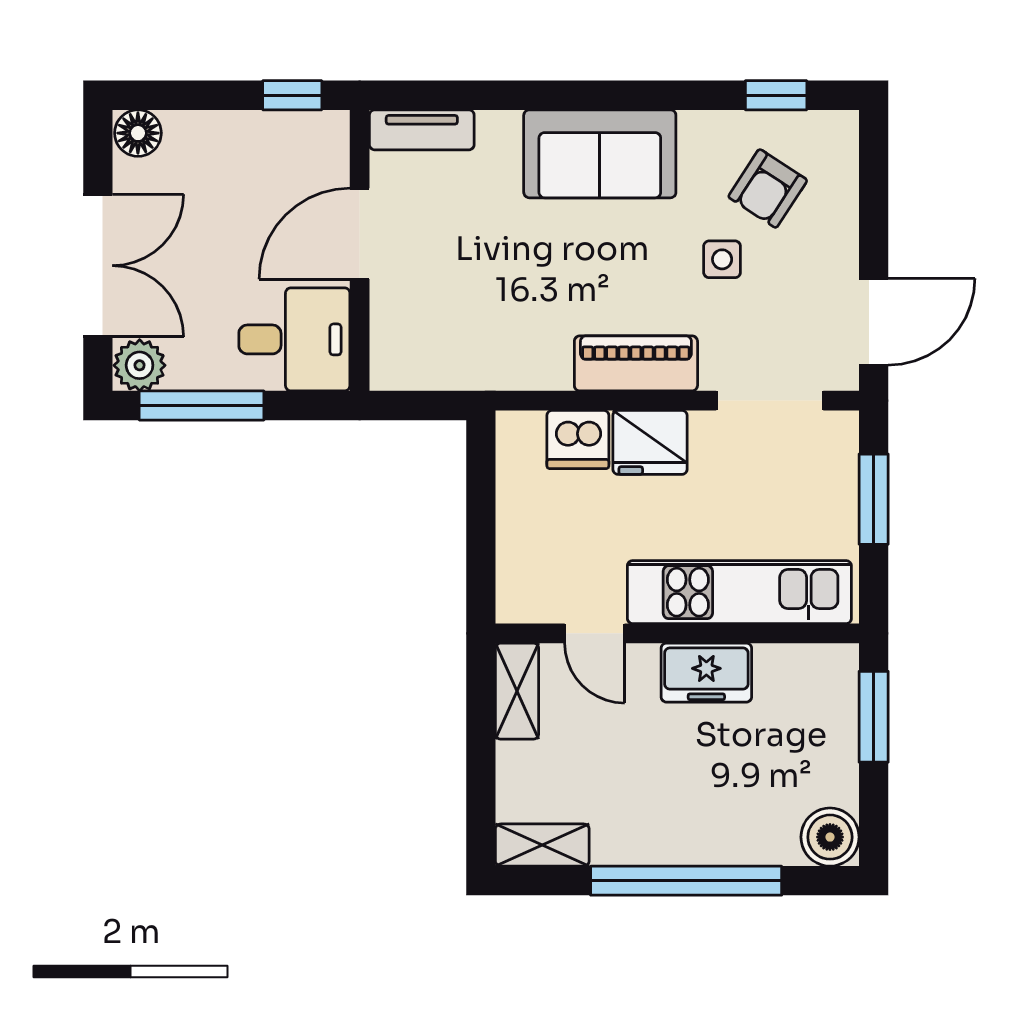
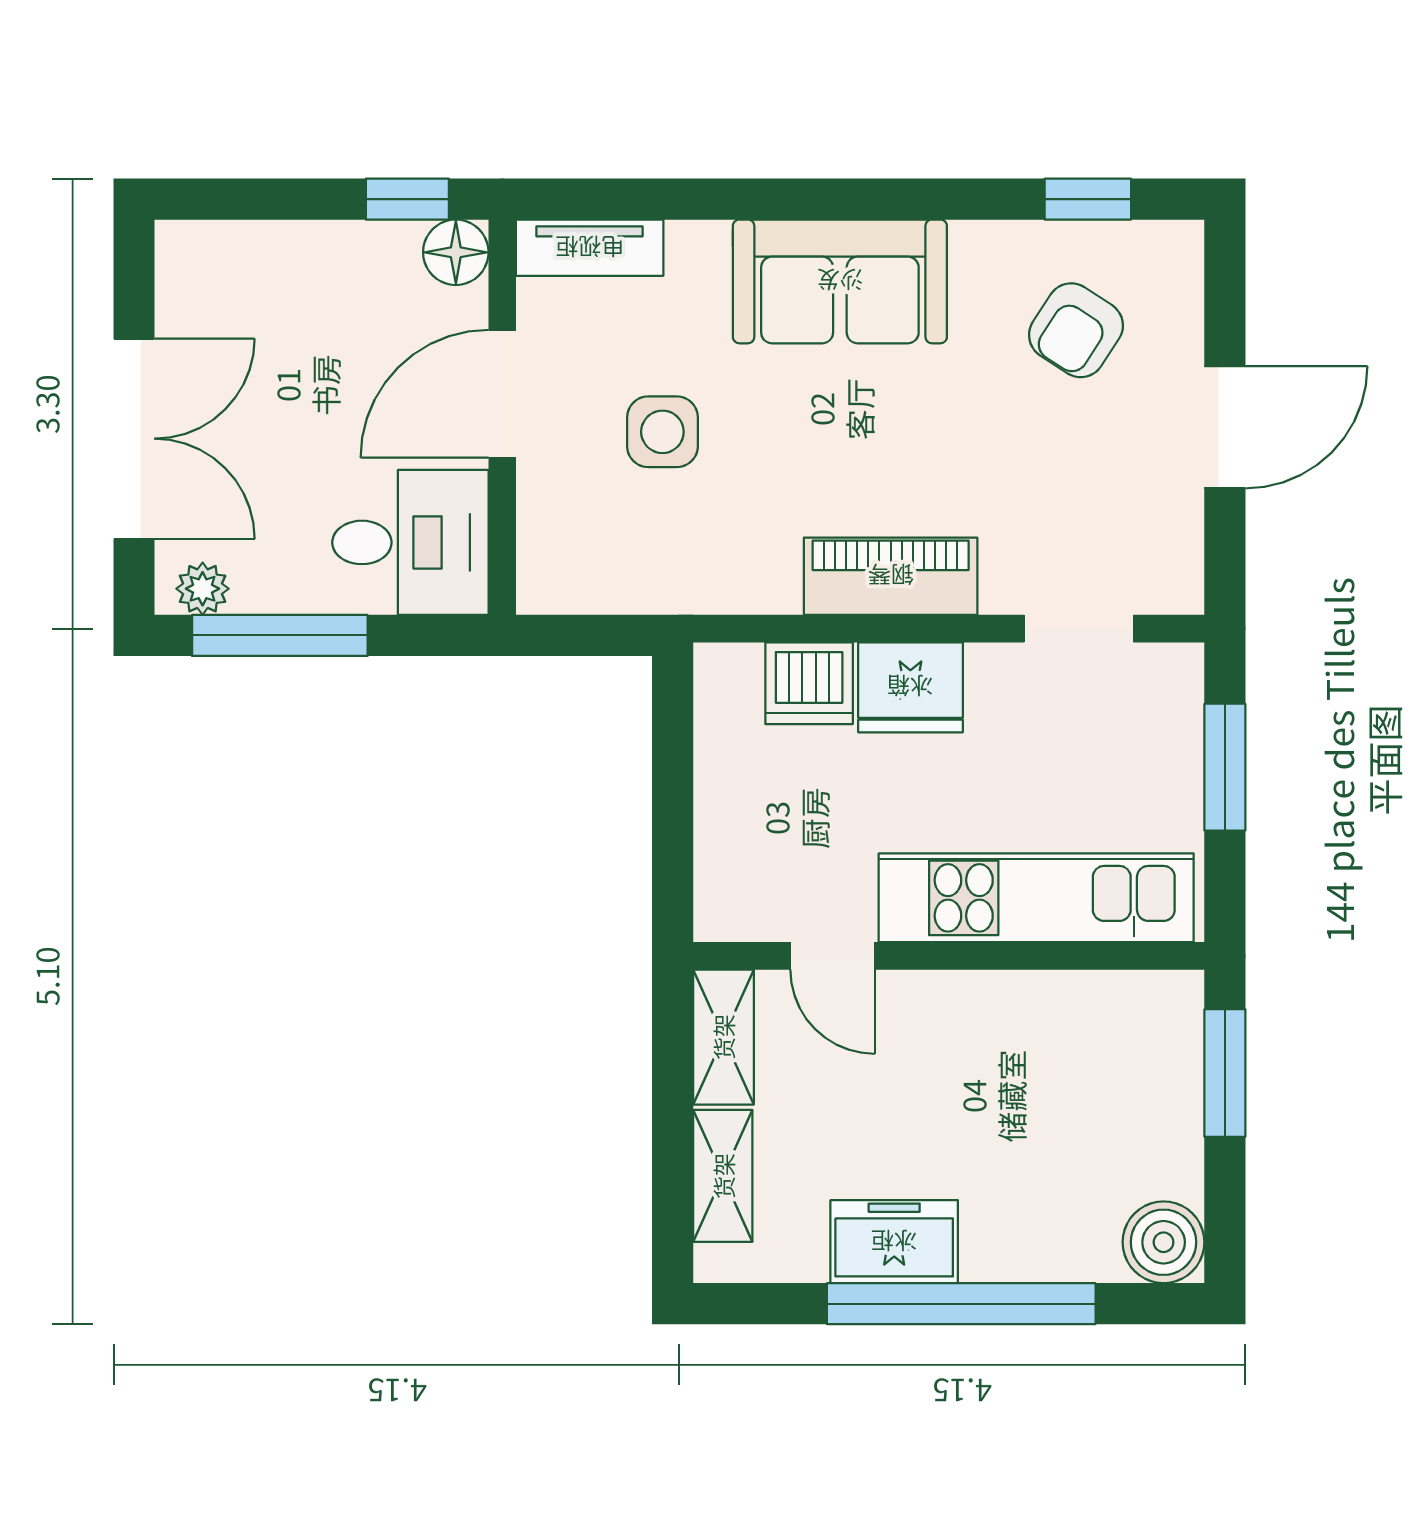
floor lamp: (138, 133) -> (456, 252), moved
side table: (722, 259) -> (662, 432), moved, width x1.37, depth x1.37
door: (874, 322) -> (1225, 427), moved
plant: (140, 365) -> (203, 589), width x0.73, depth x0.73
doorway: (770, 401) -> (1079, 629), width x0.73
freezer: (706, 673) -> (894, 1242), moved, turned 180
shelving: (542, 845) -> (723, 1176), moved, turned 90

